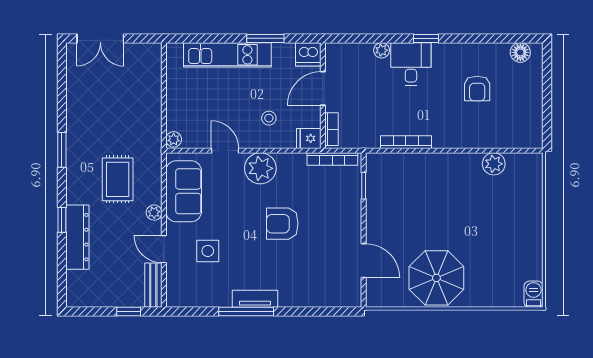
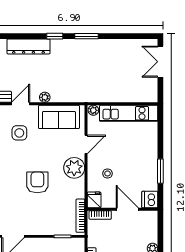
kitchen unit: (227, 55) -> (129, 113), moved, turned -90
rug: (118, 179) -> (67, 73), removed
window: (62, 220) -> (55, 36), moved

